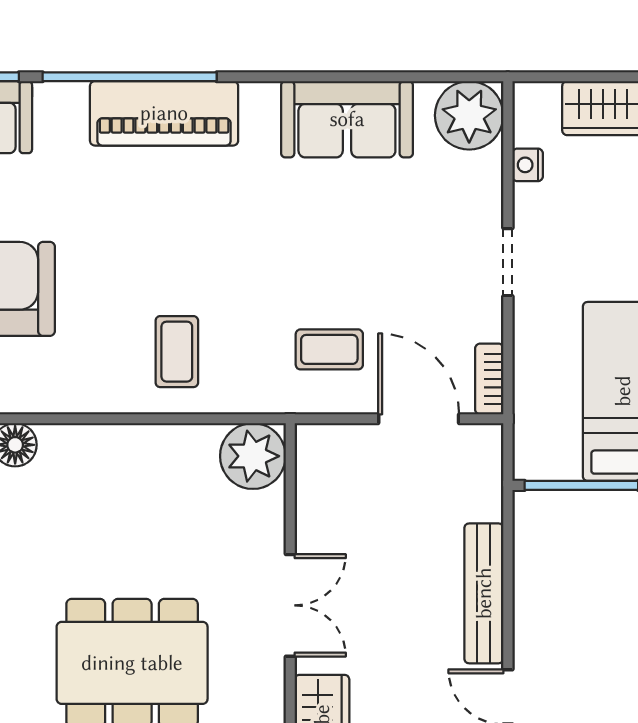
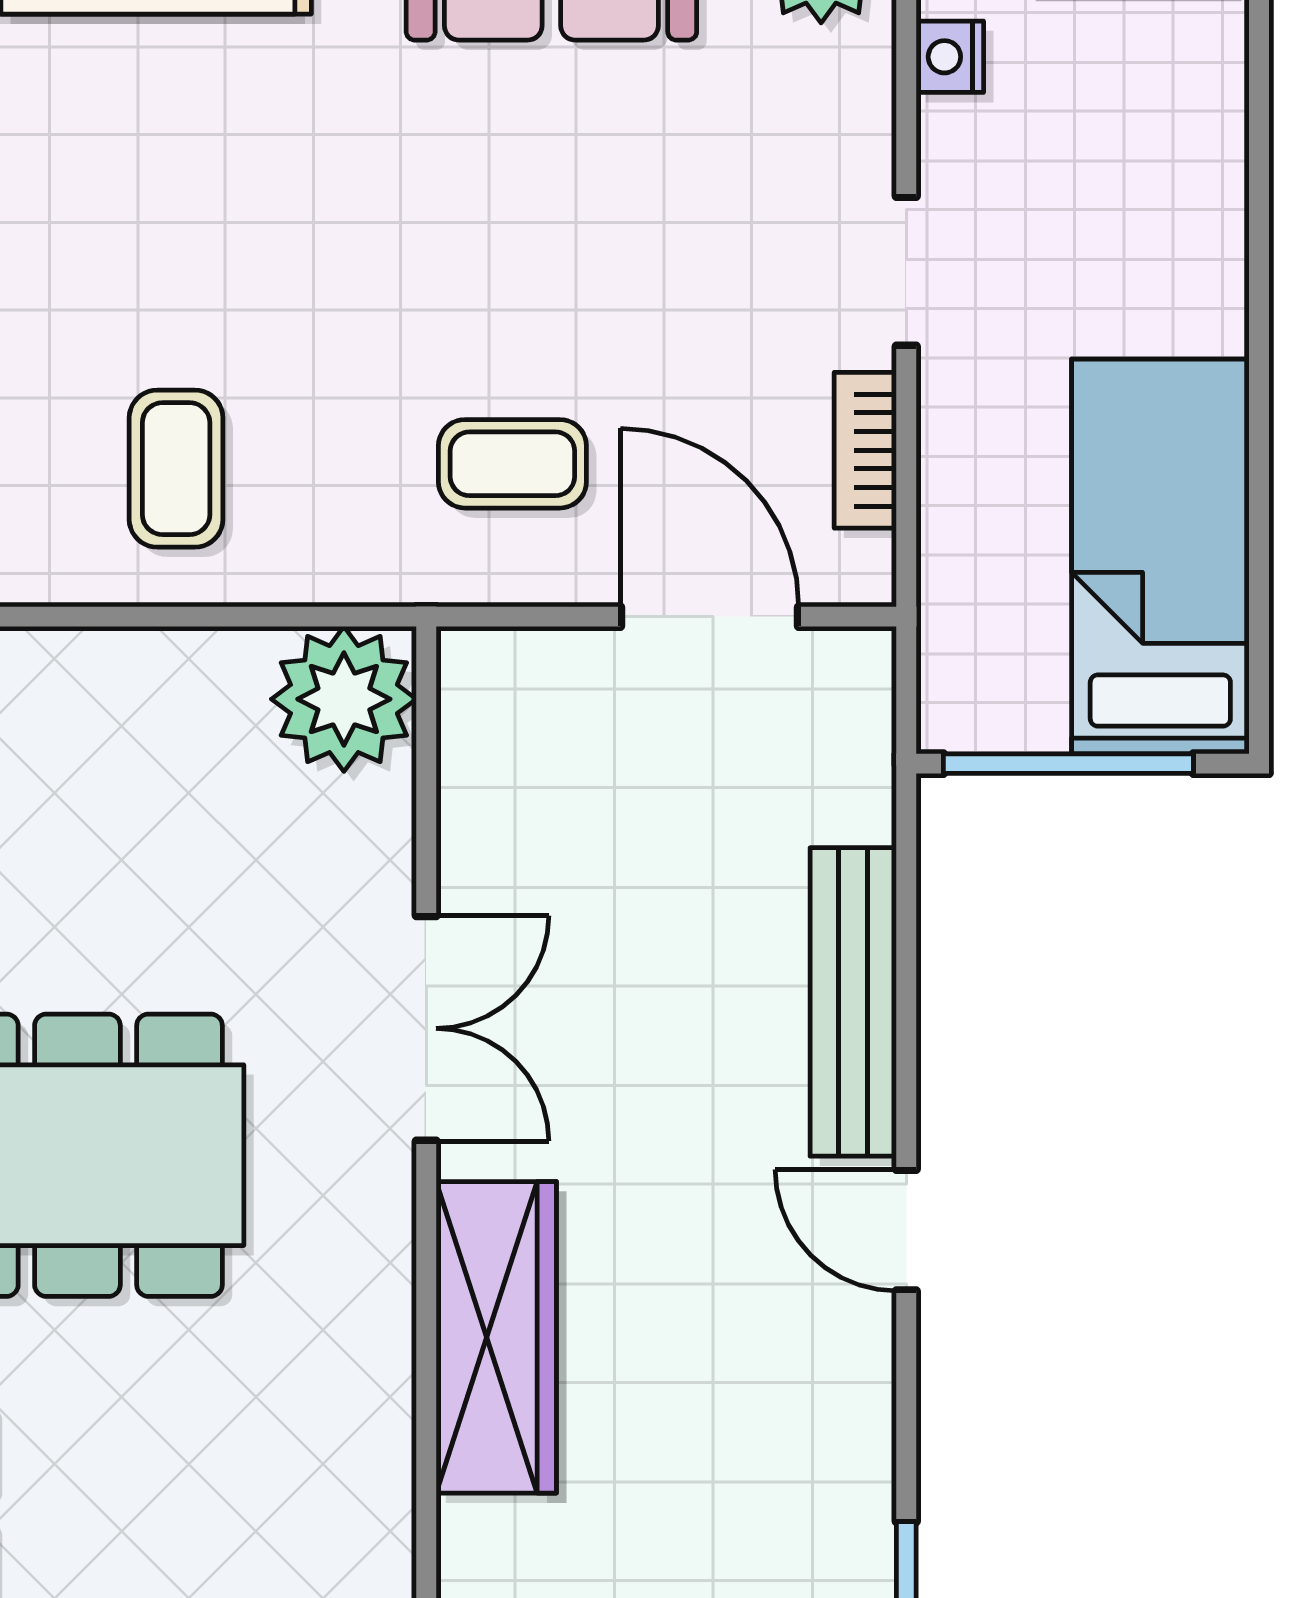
bookcase: (489, 379) -> (865, 450), moved

